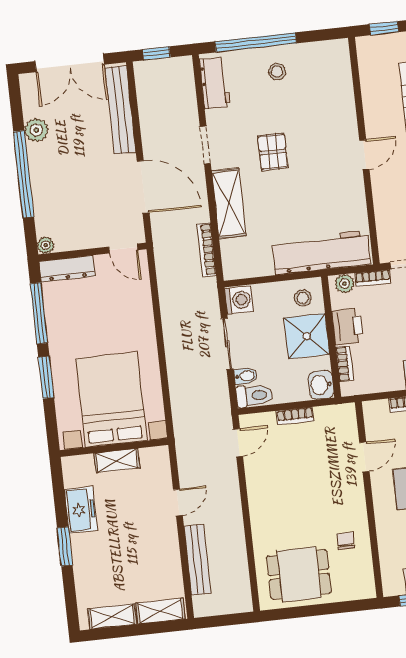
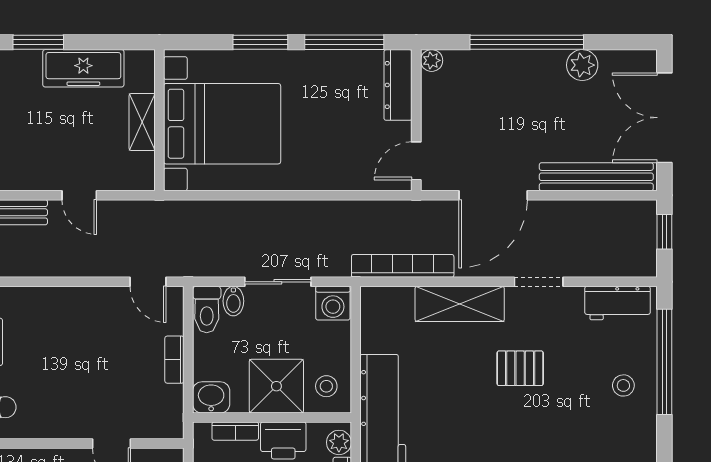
bookcase: (207, 250) -> (403, 266), width x1.48, depth x1.31
freezer: (81, 510) -> (83, 68), width x1.40

